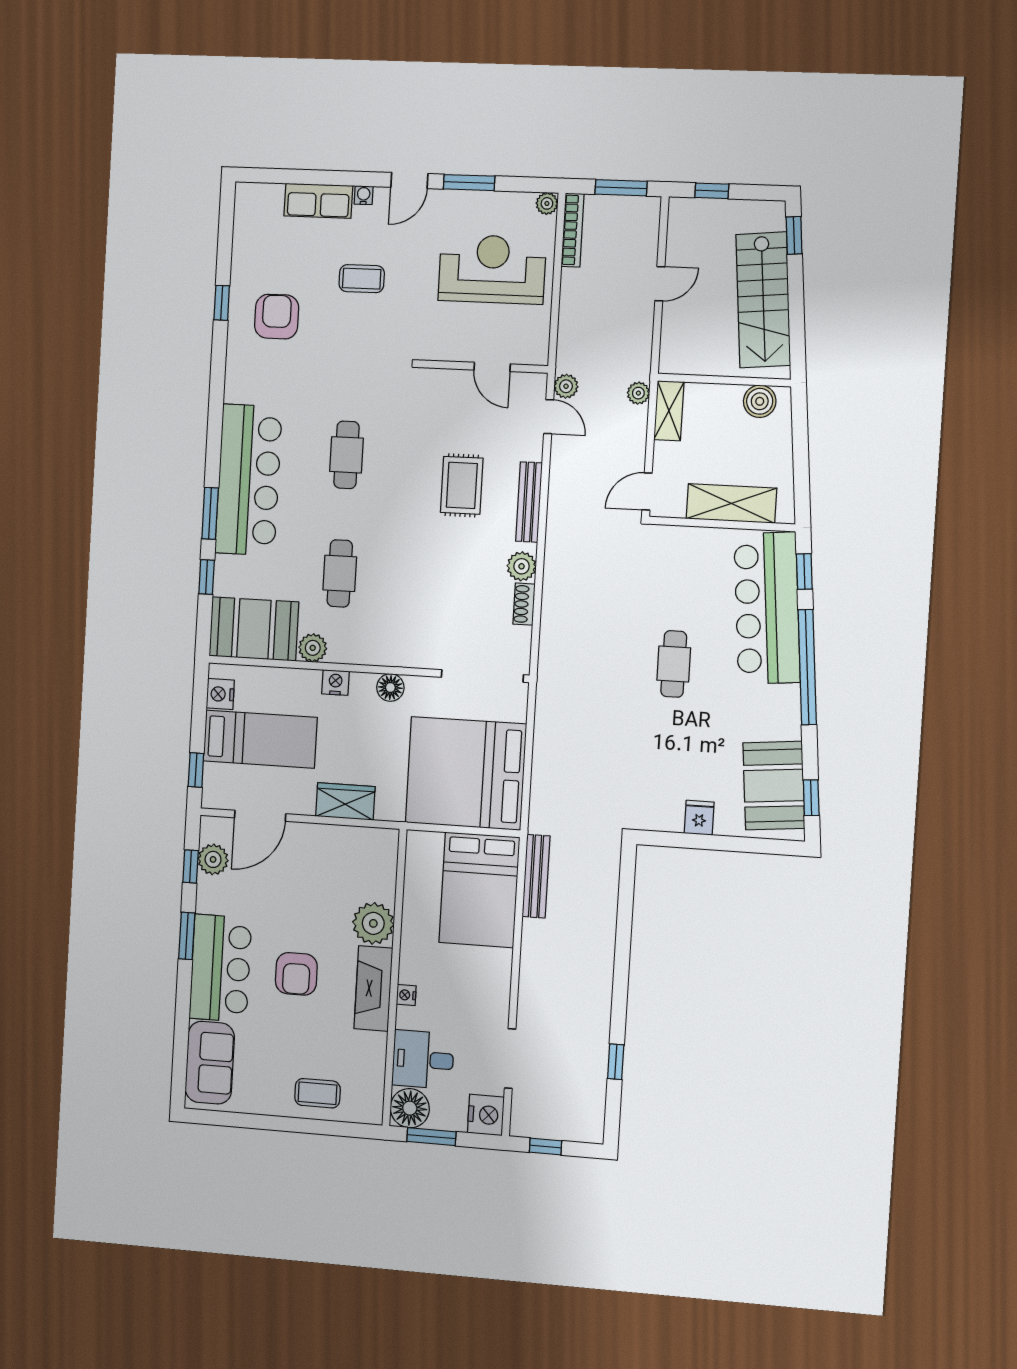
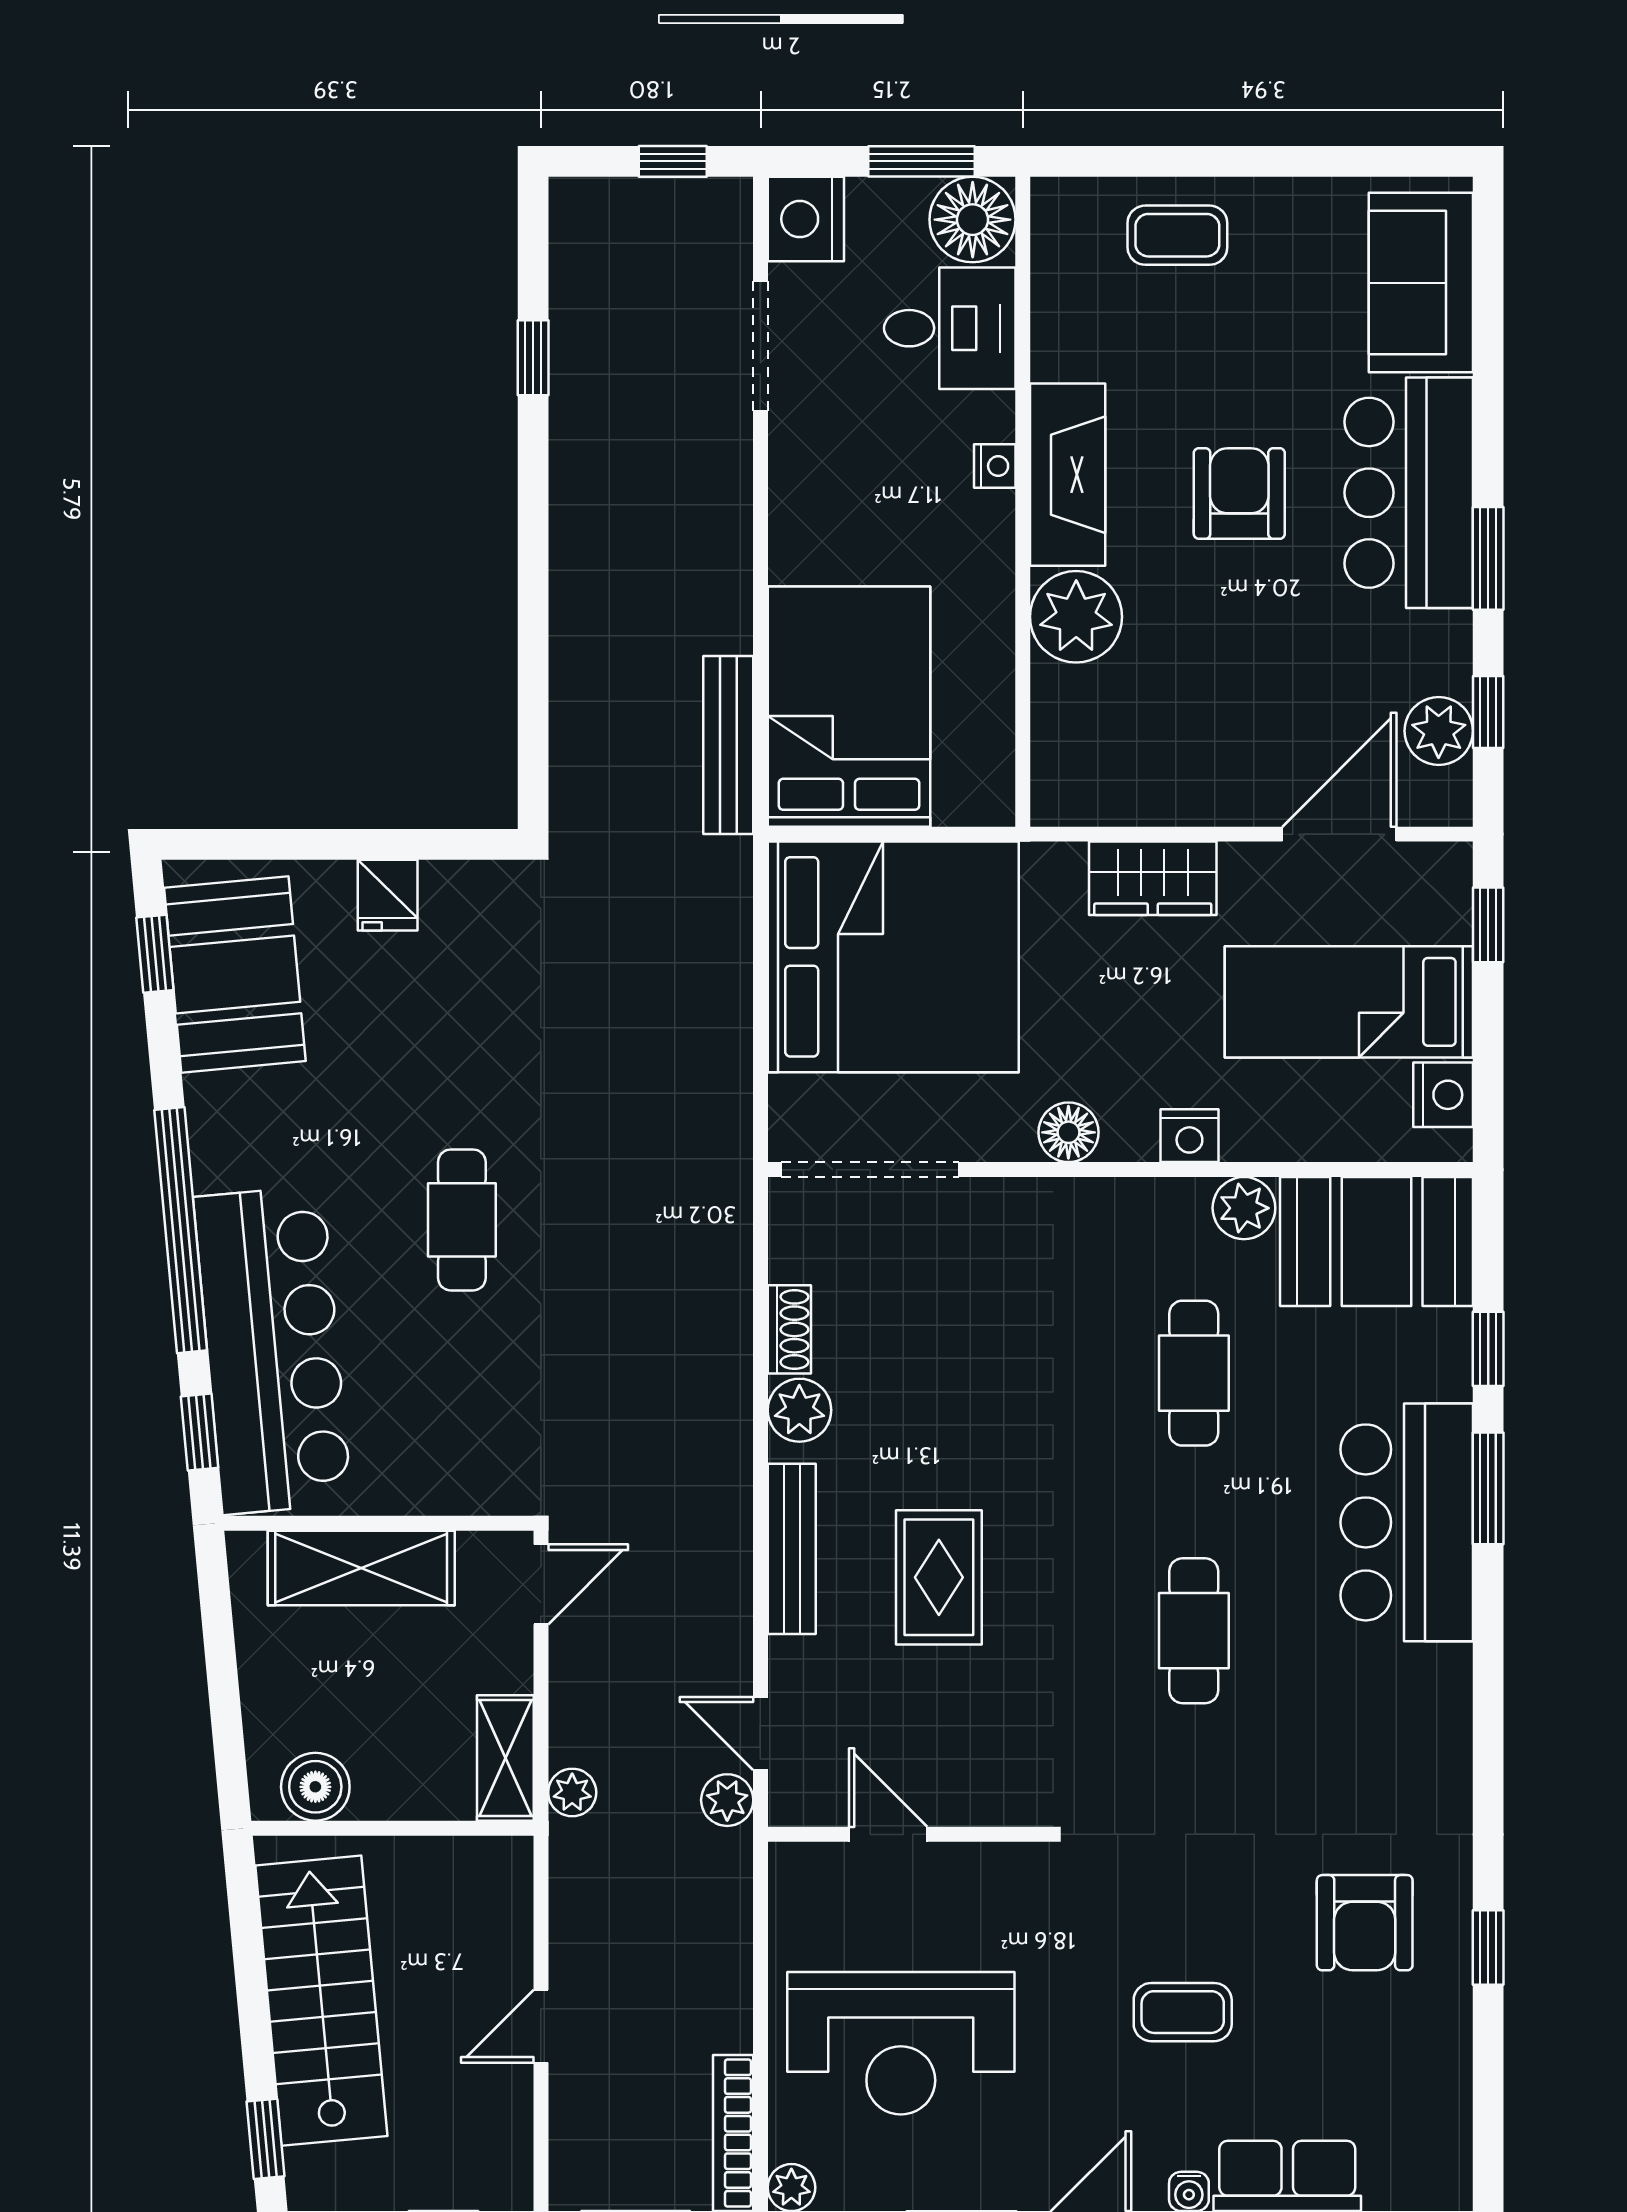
bar counter: (249, 480) -> (1407, 1522), width x0.73

